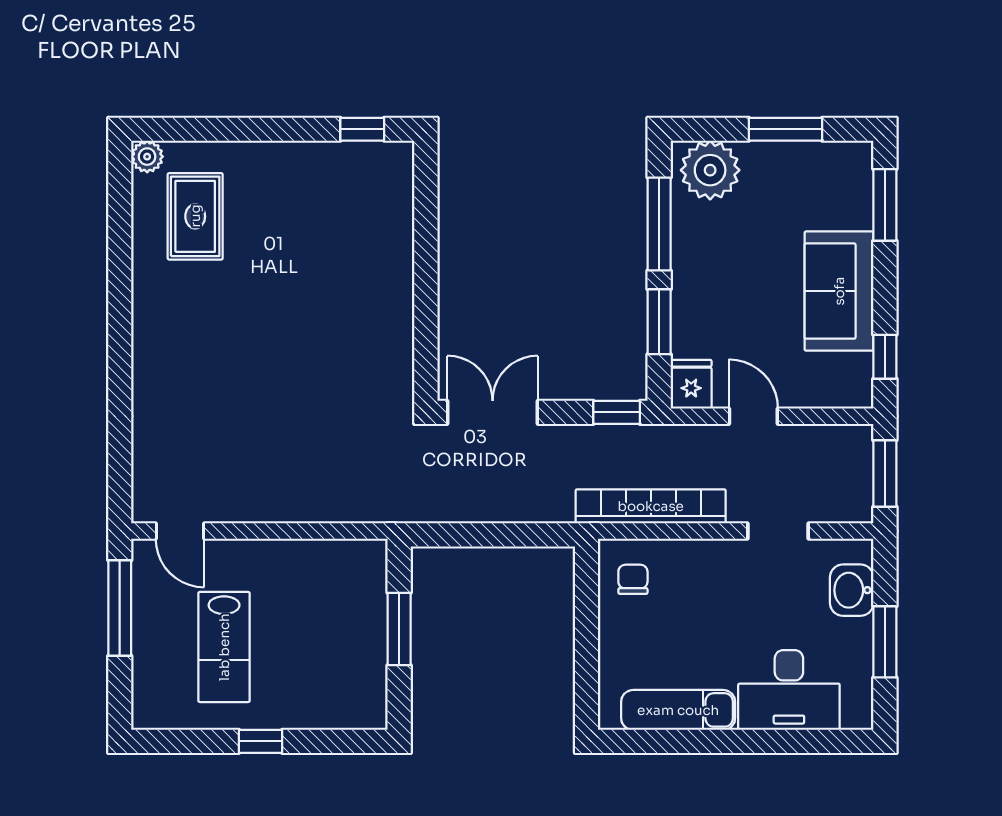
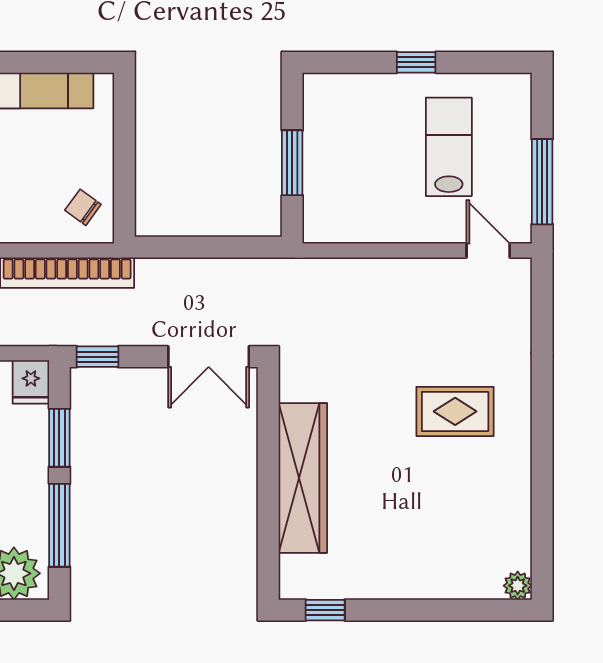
rug: (195, 216) -> (455, 411), moved, turned 90
wardrobe: (387, 277) -> (303, 478), added
chair: (633, 579) -> (83, 207), turned 126

